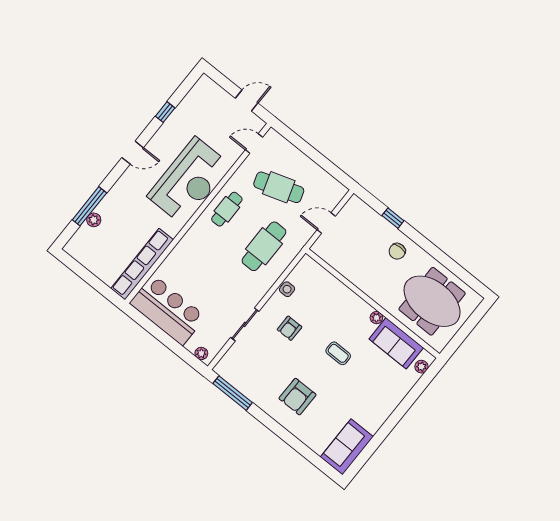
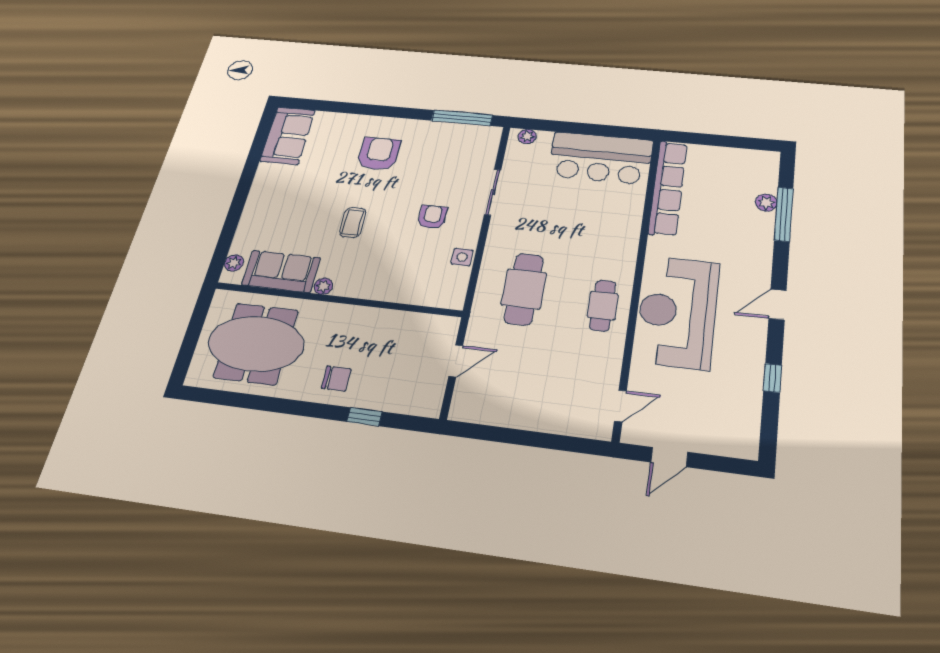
cafe table: (279, 187) -> (549, 369), removed
chair: (397, 251) -> (336, 378), turned 90
coffee table: (338, 353) -> (353, 222), turned 90

